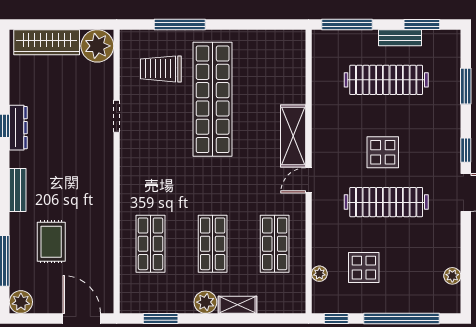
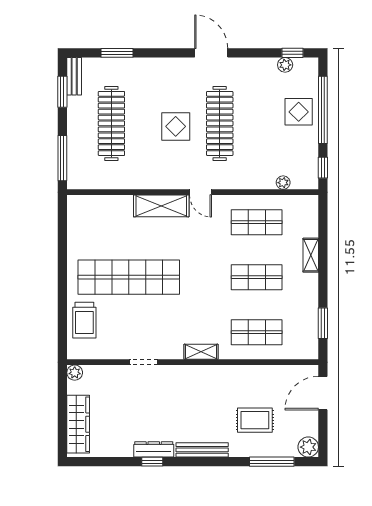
window: (180, 25) -> (62, 306), removed
bench: (400, 38) -> (74, 76), moved
plant: (97, 46) -> (75, 373), width x0.53, depth x0.53
trolley: (161, 69) -> (84, 320), moved
window: (466, 150) -> (293, 53), moved
shelving: (128, 181) -> (201, 352), added
bench: (18, 190) -> (202, 450), width x1.36
display table: (364, 268) -> (299, 112), moved
plant: (205, 302) -> (308, 284), removed

